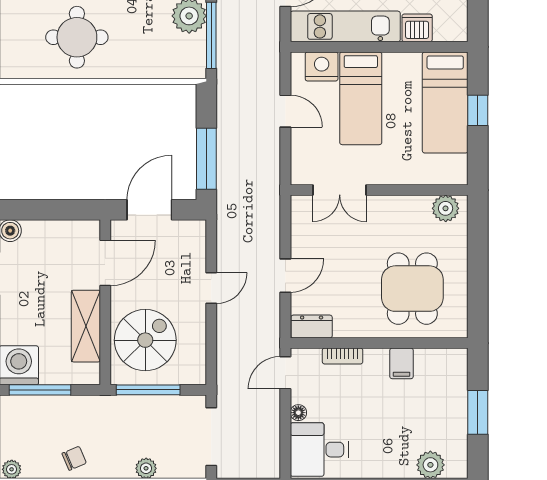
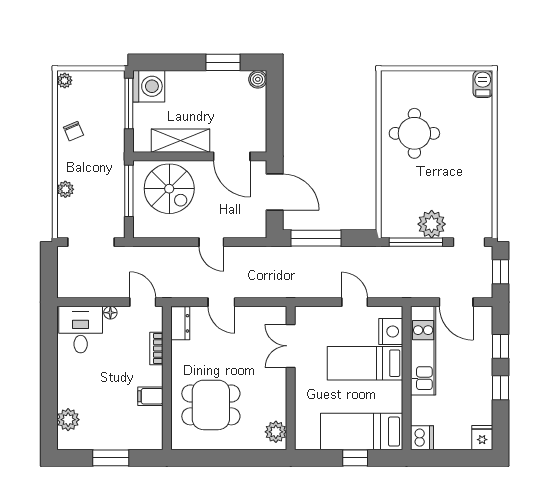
dishwasher: (417, 28) -> (422, 438), moved
door: (285, 111) -> (355, 302), swing flipped

